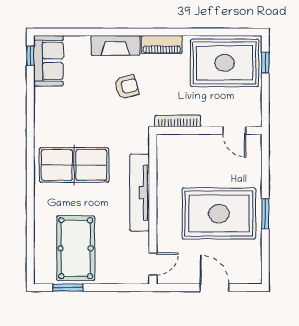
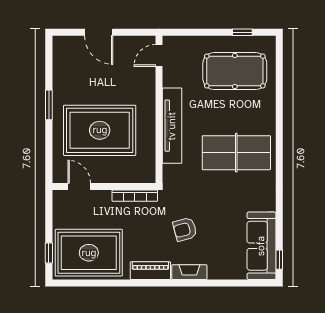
fireplace: (115, 45) -> (189, 272), width x0.73, depth x0.76
sofa: (48, 61) -> (261, 246), width x1.36
rug: (219, 214) -> (100, 130), moved
pool table: (76, 248) -> (235, 71), turned 90
window: (68, 288) -> (242, 32), width x0.67

